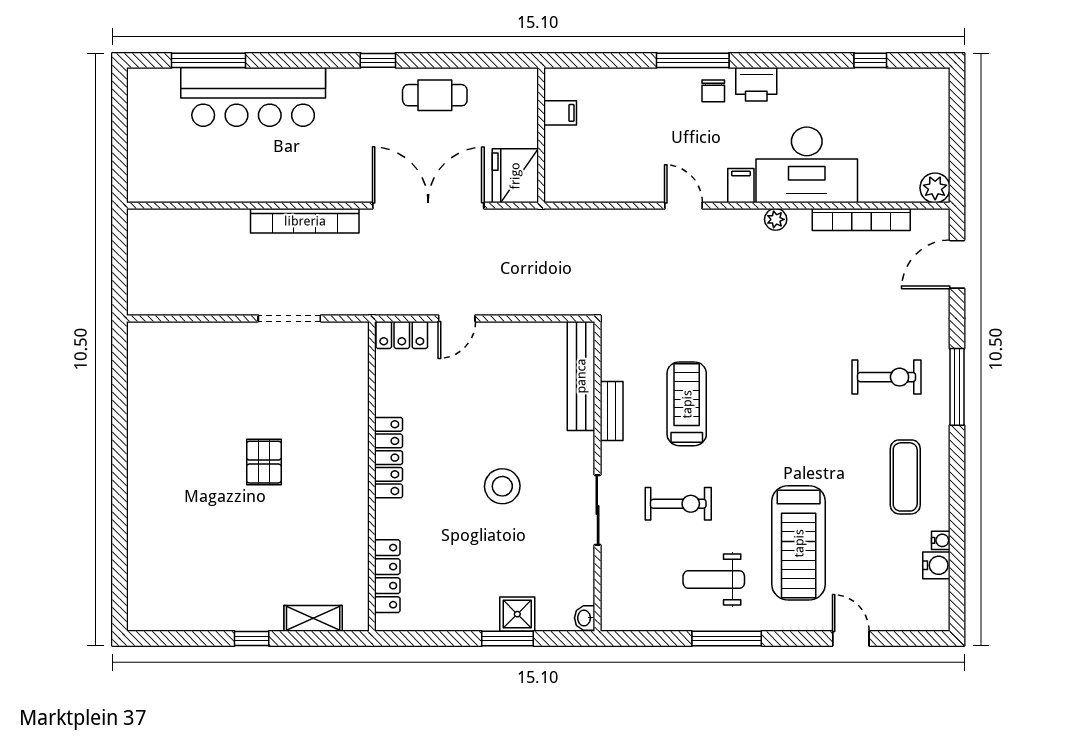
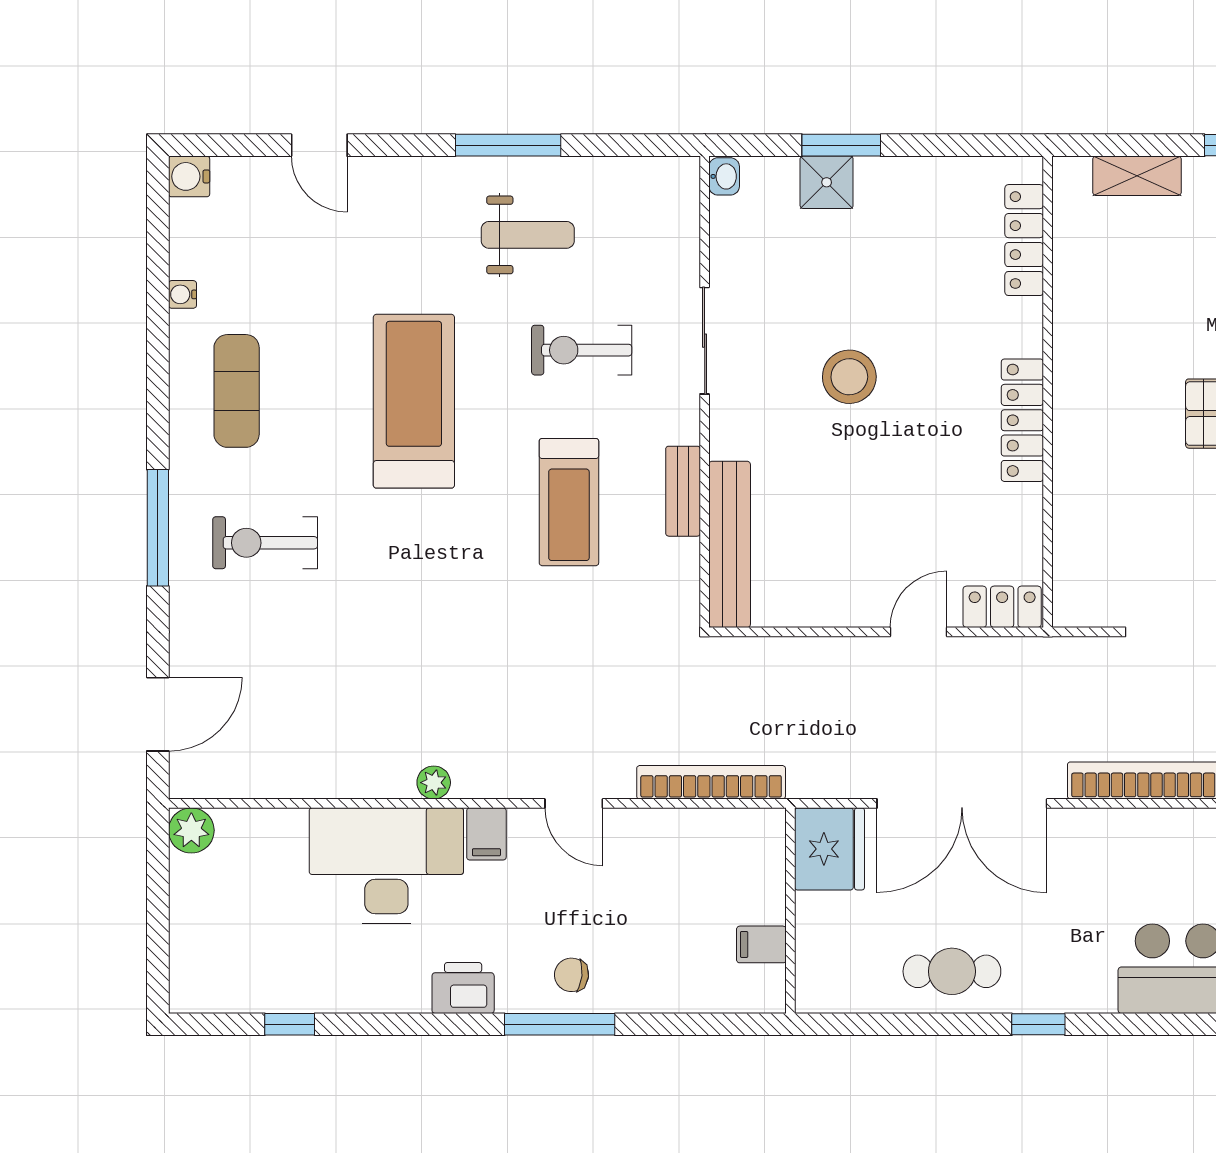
chair: (713, 91) -> (571, 975), moved, turned -84
bookcase: (861, 220) -> (711, 782), moved
treadmill: (799, 543) -> (414, 401), moved
water cooler: (936, 565) -> (189, 176), moved

